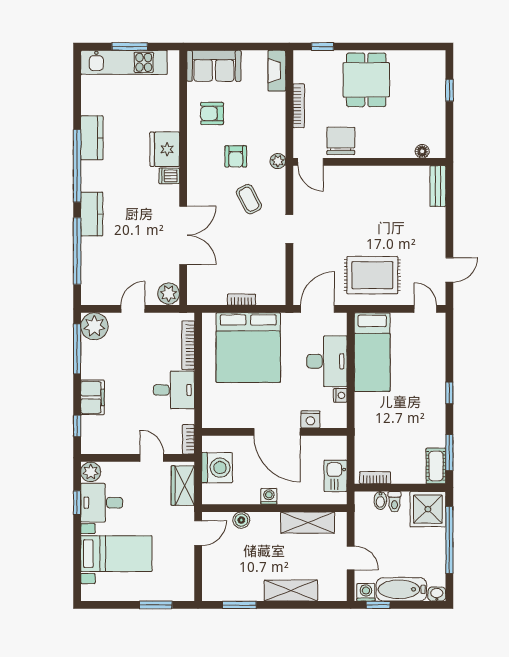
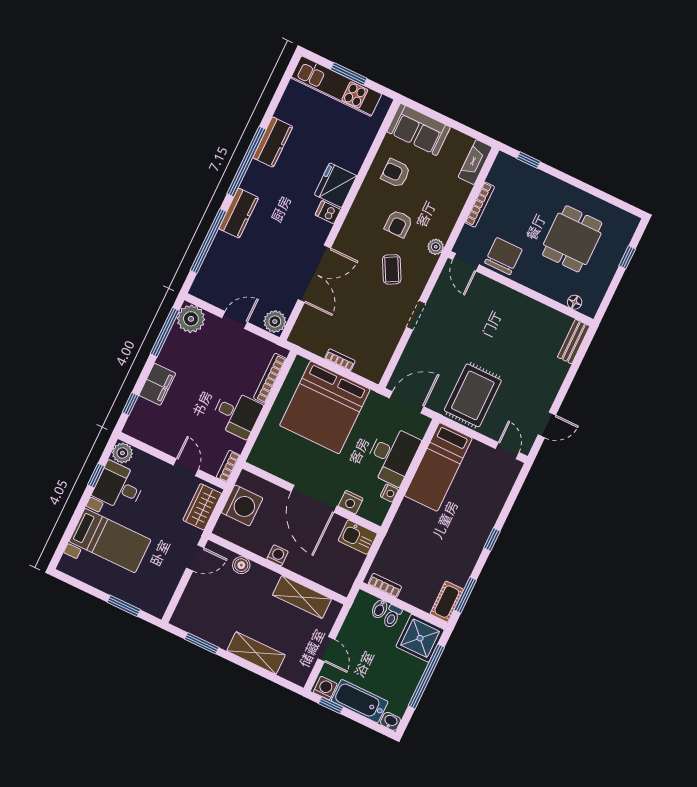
dining table: (366, 80) -> (572, 239), moved
rug: (372, 275) -> (473, 395), turned 90
kitchen sink: (336, 476) -> (358, 537), moved, turned -90

